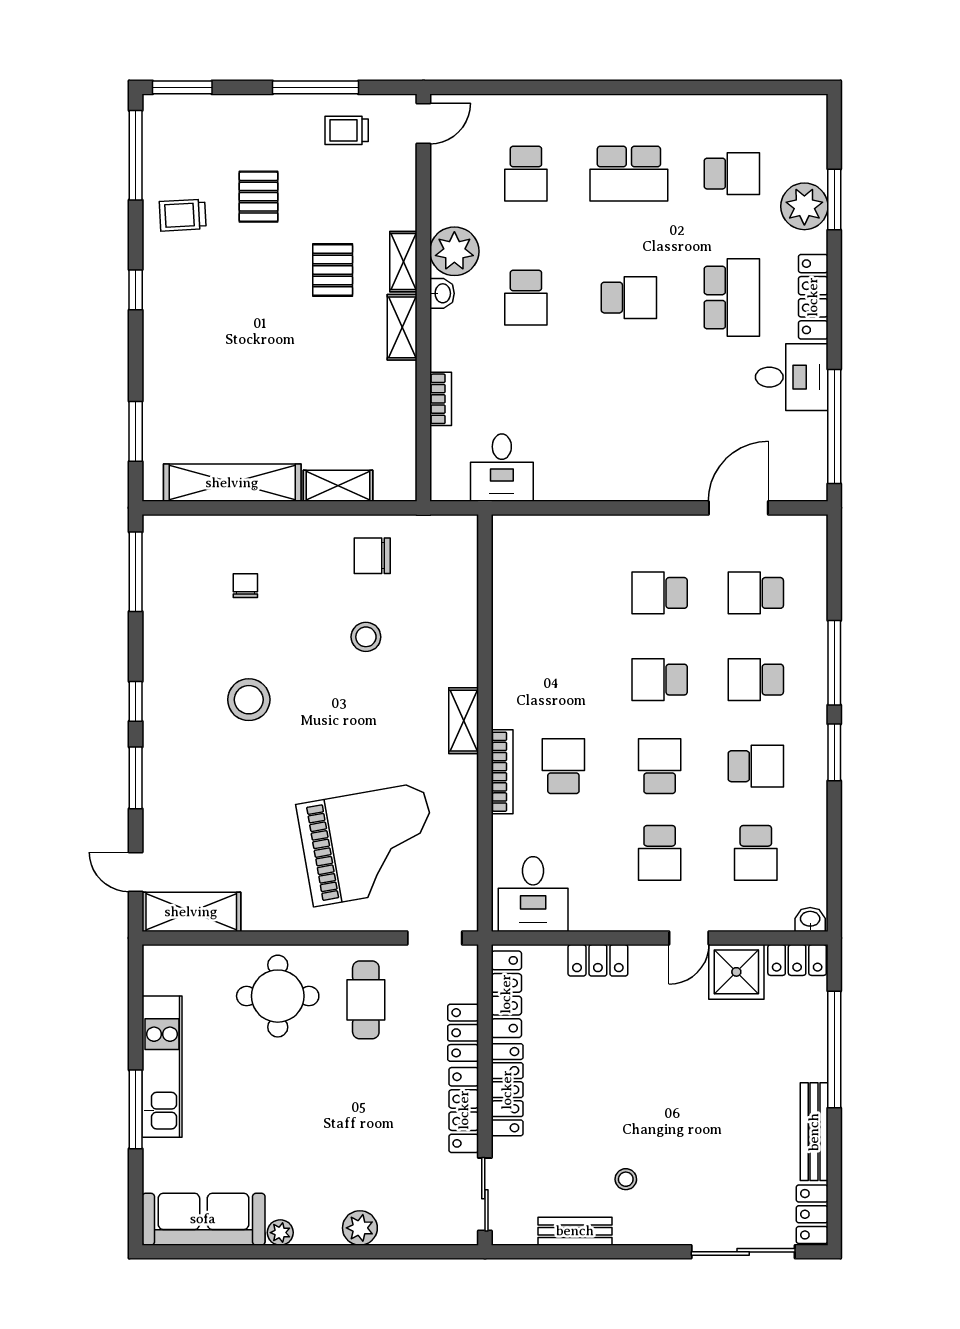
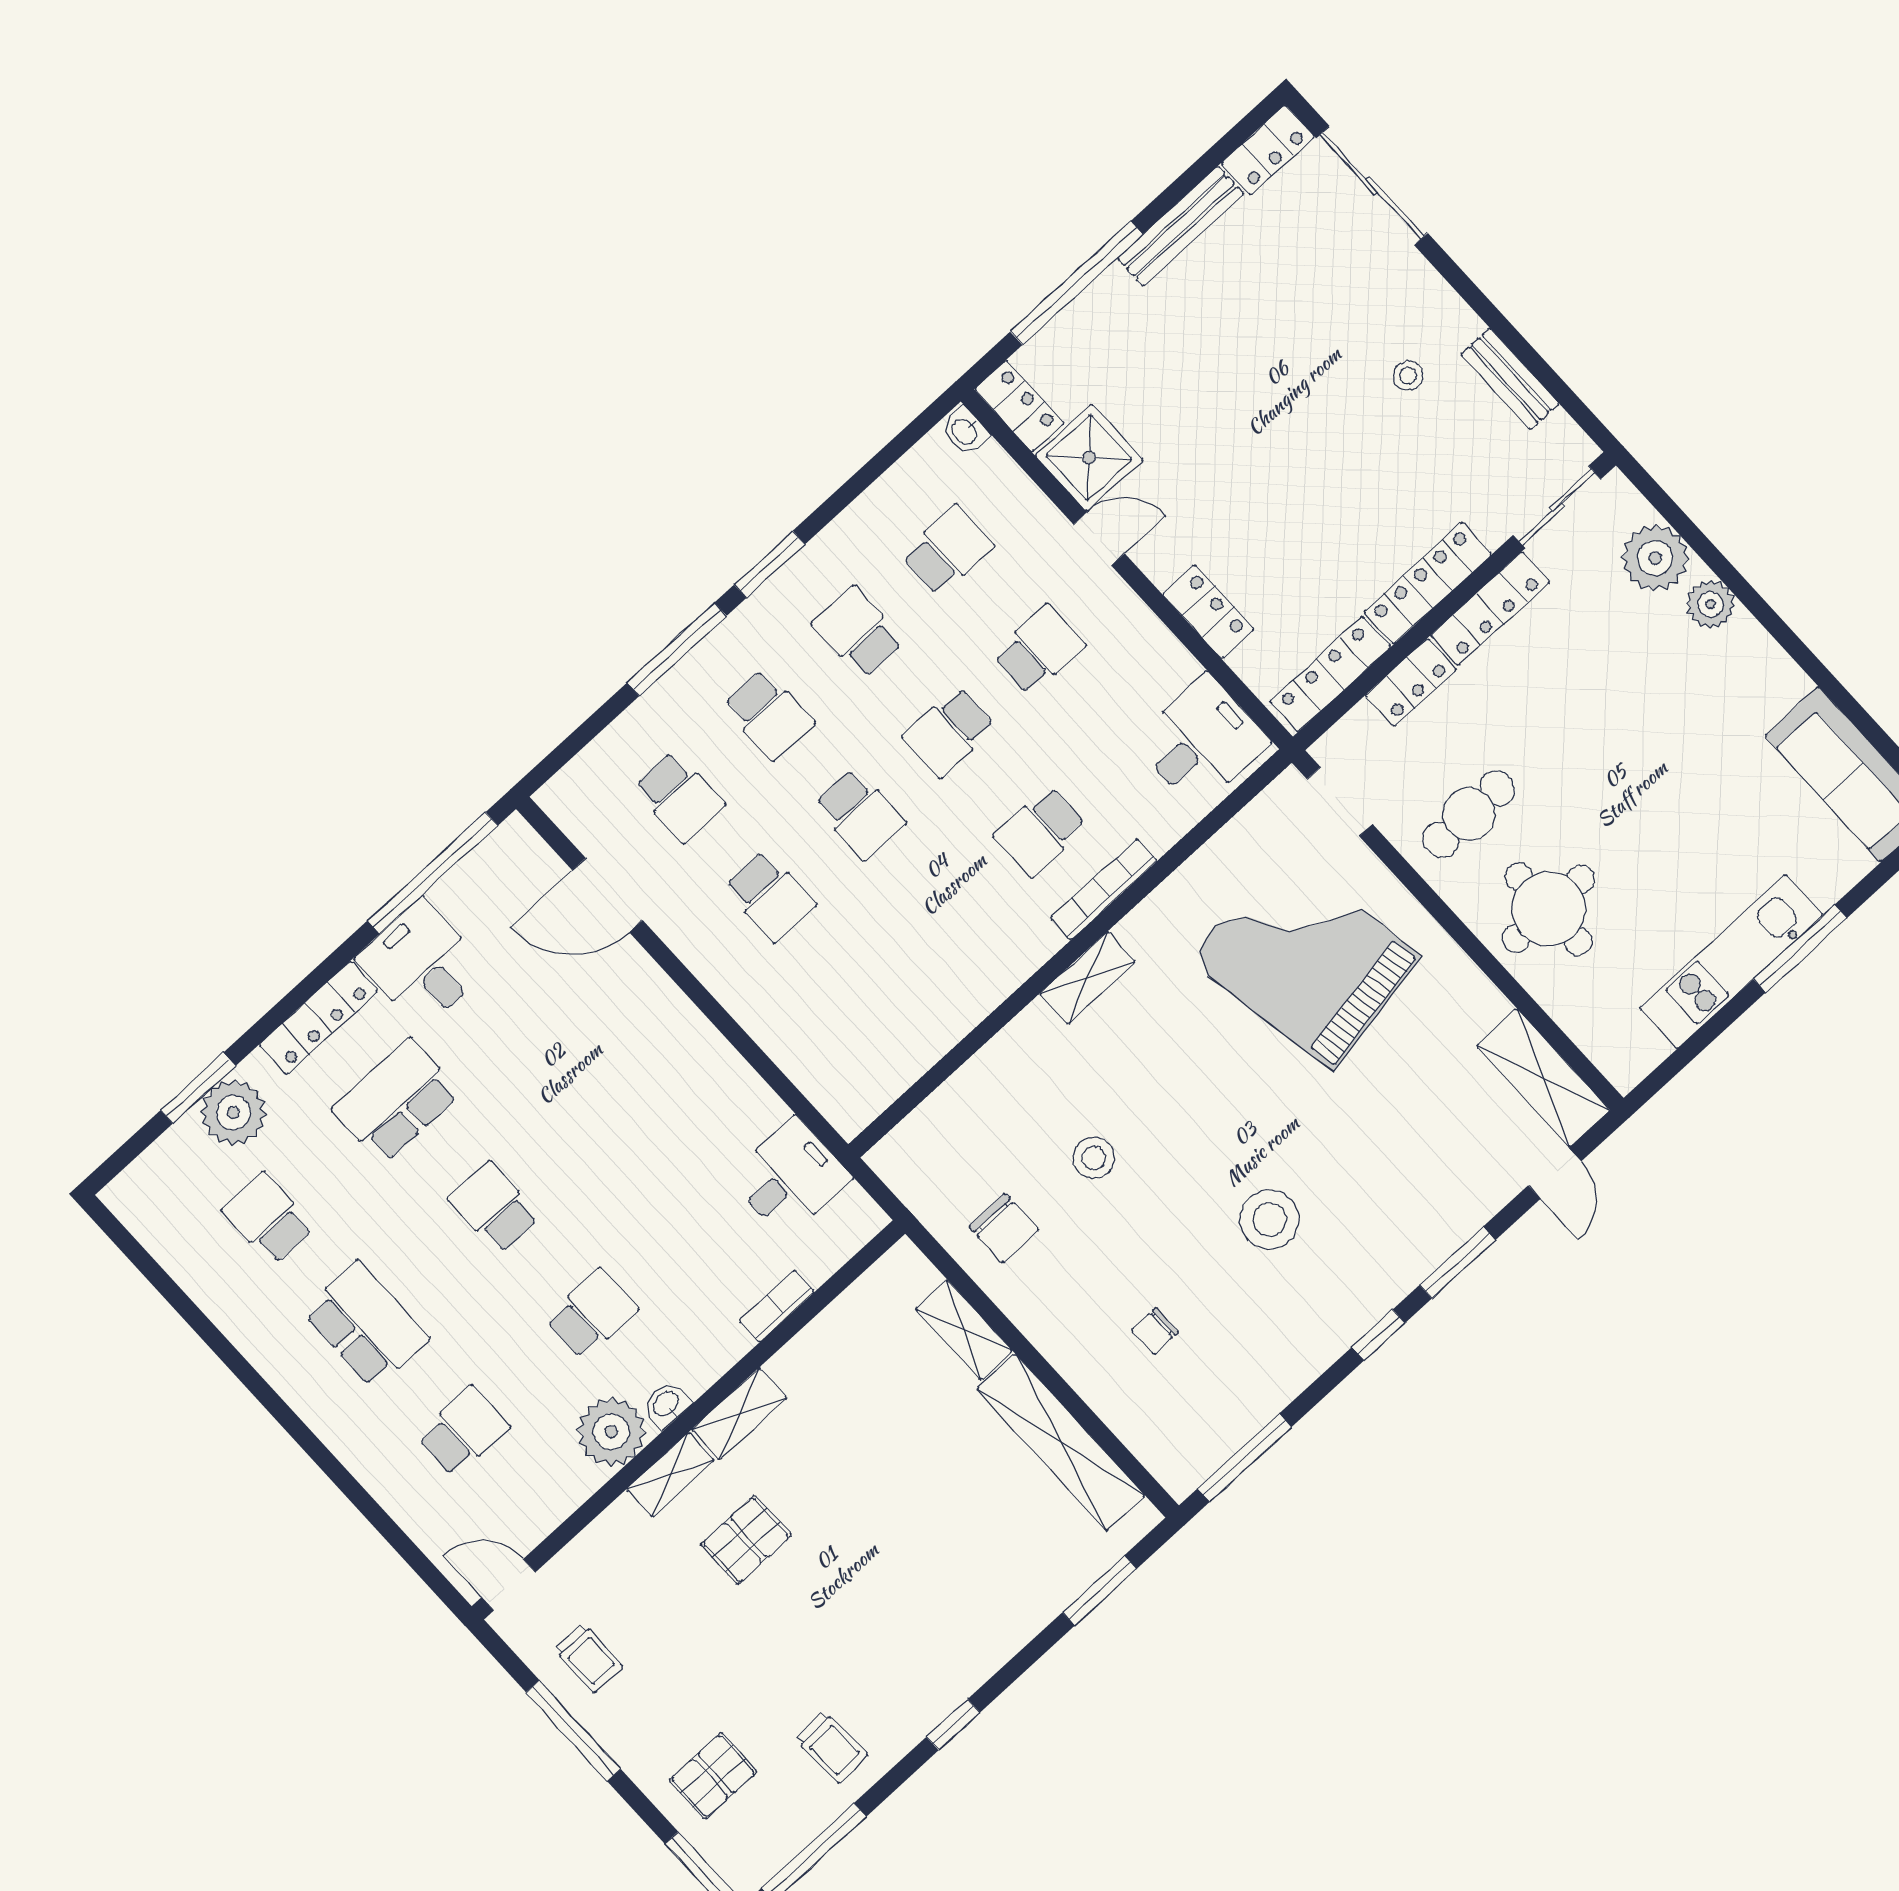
pallet: (259, 197) -> (713, 1776), moved
plant: (280, 1233) -> (1655, 558), moved, width x1.87, depth x1.87

